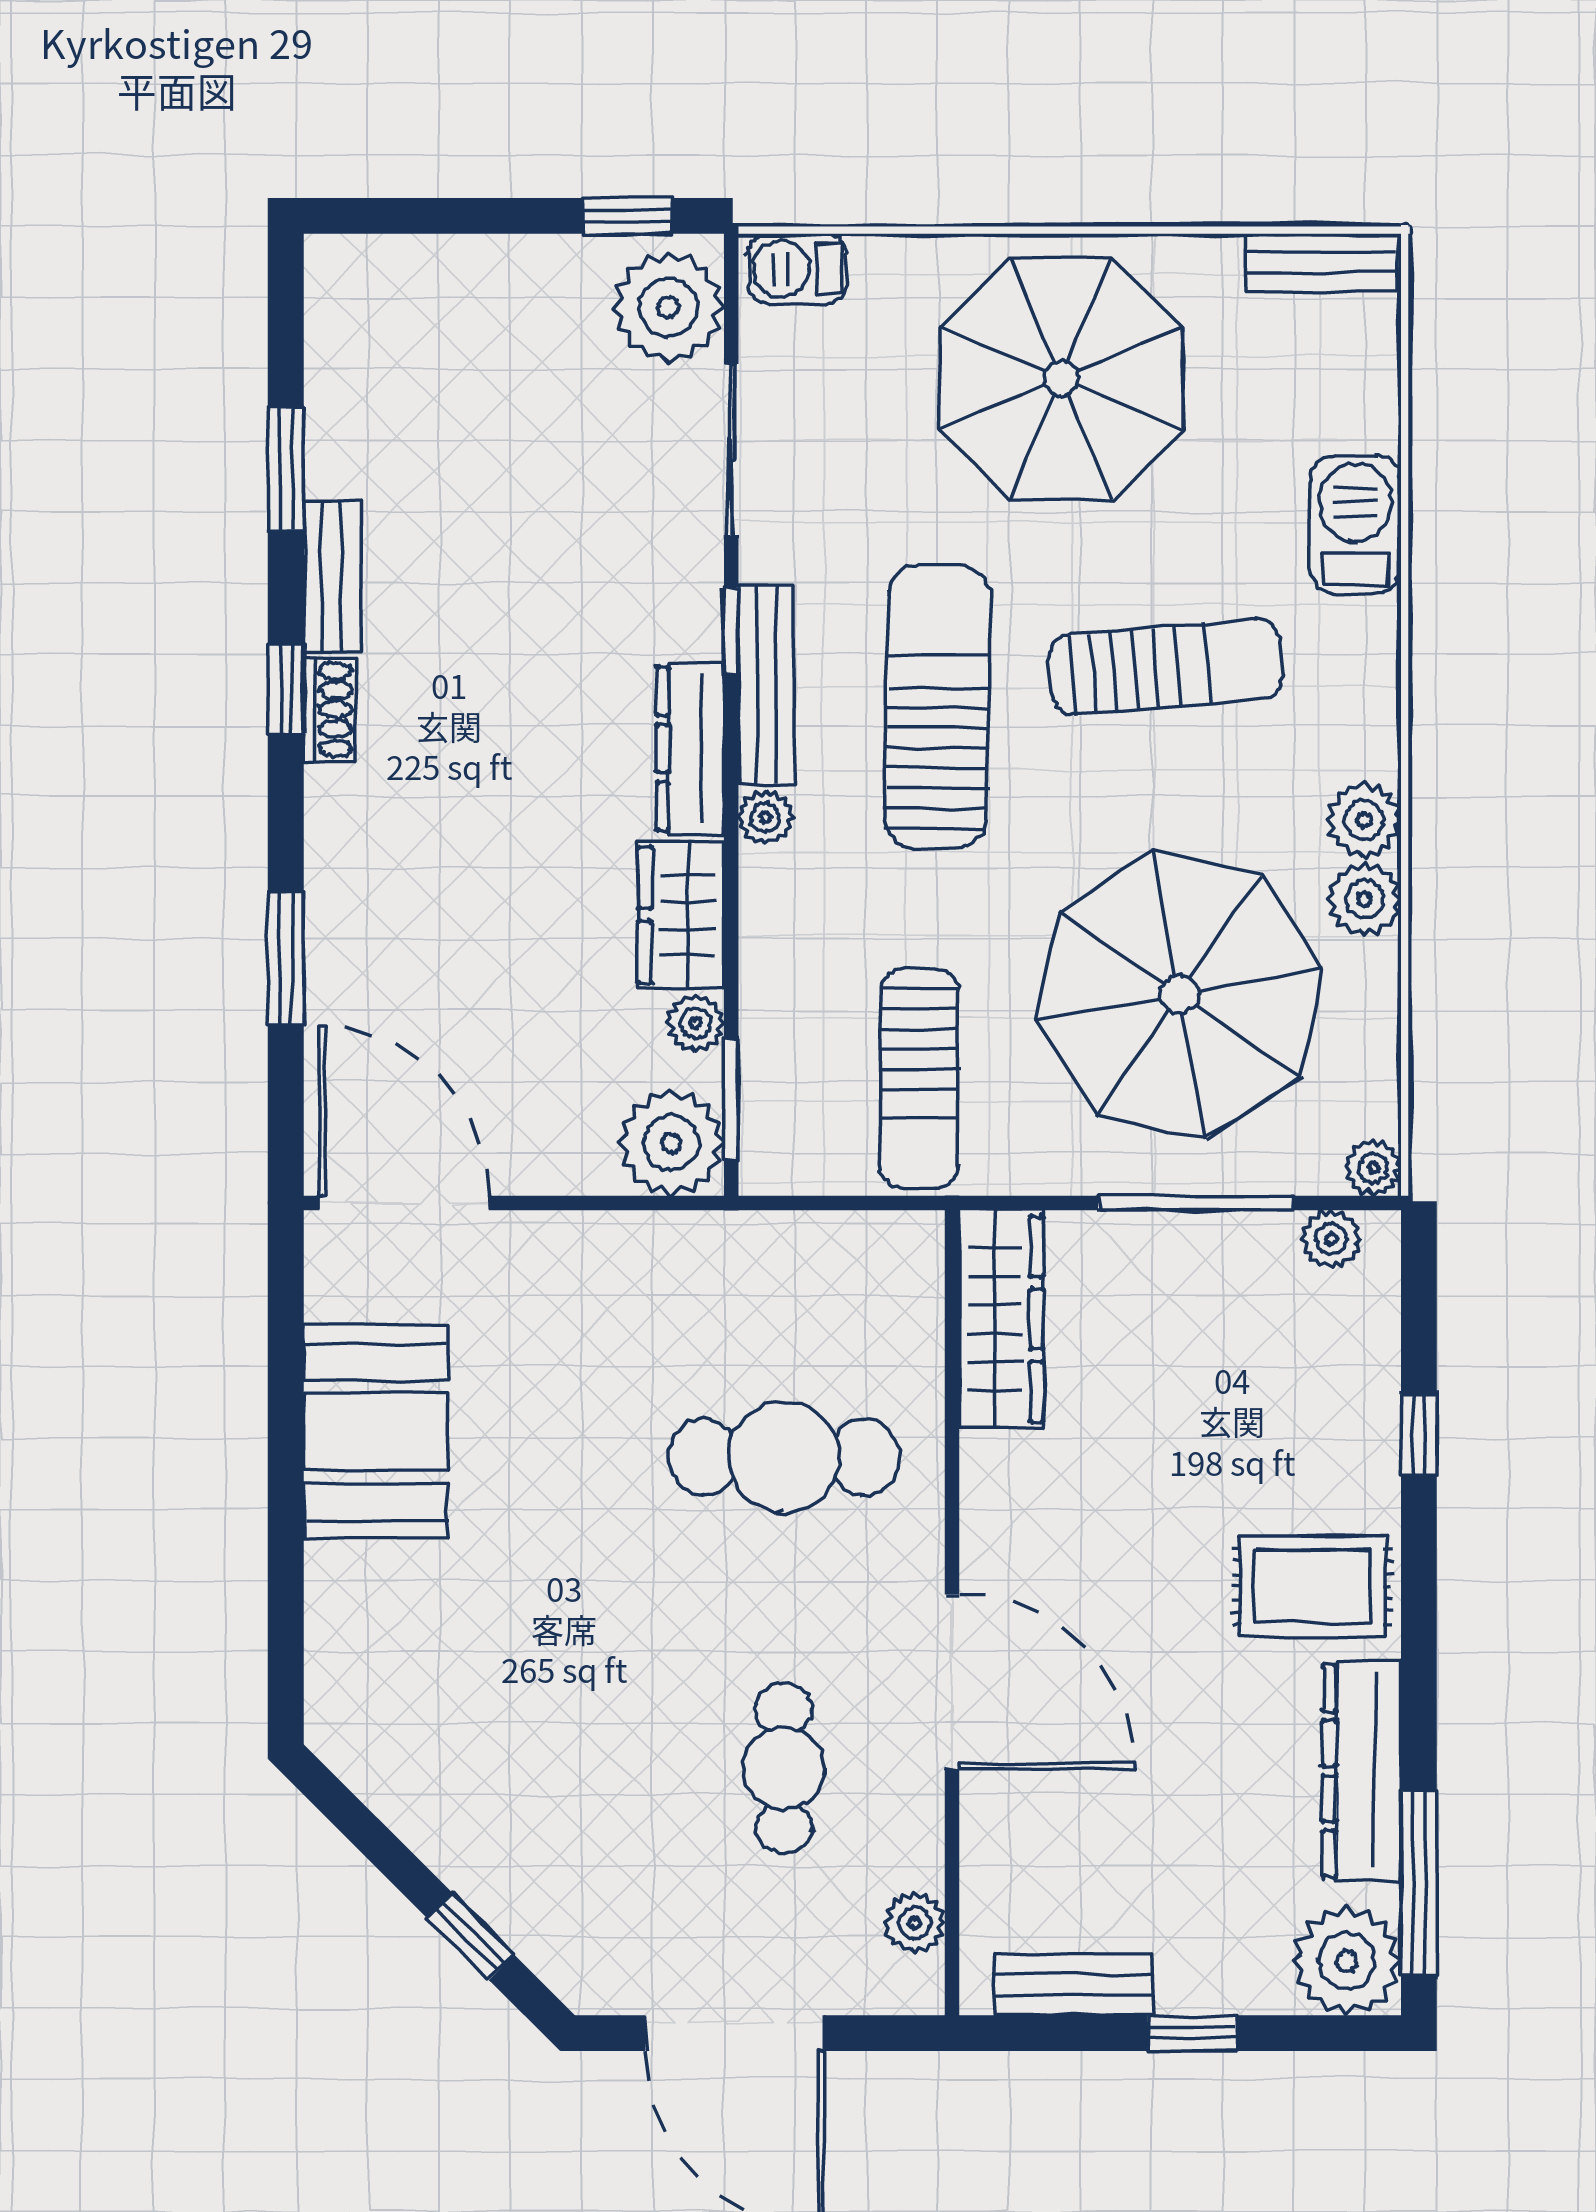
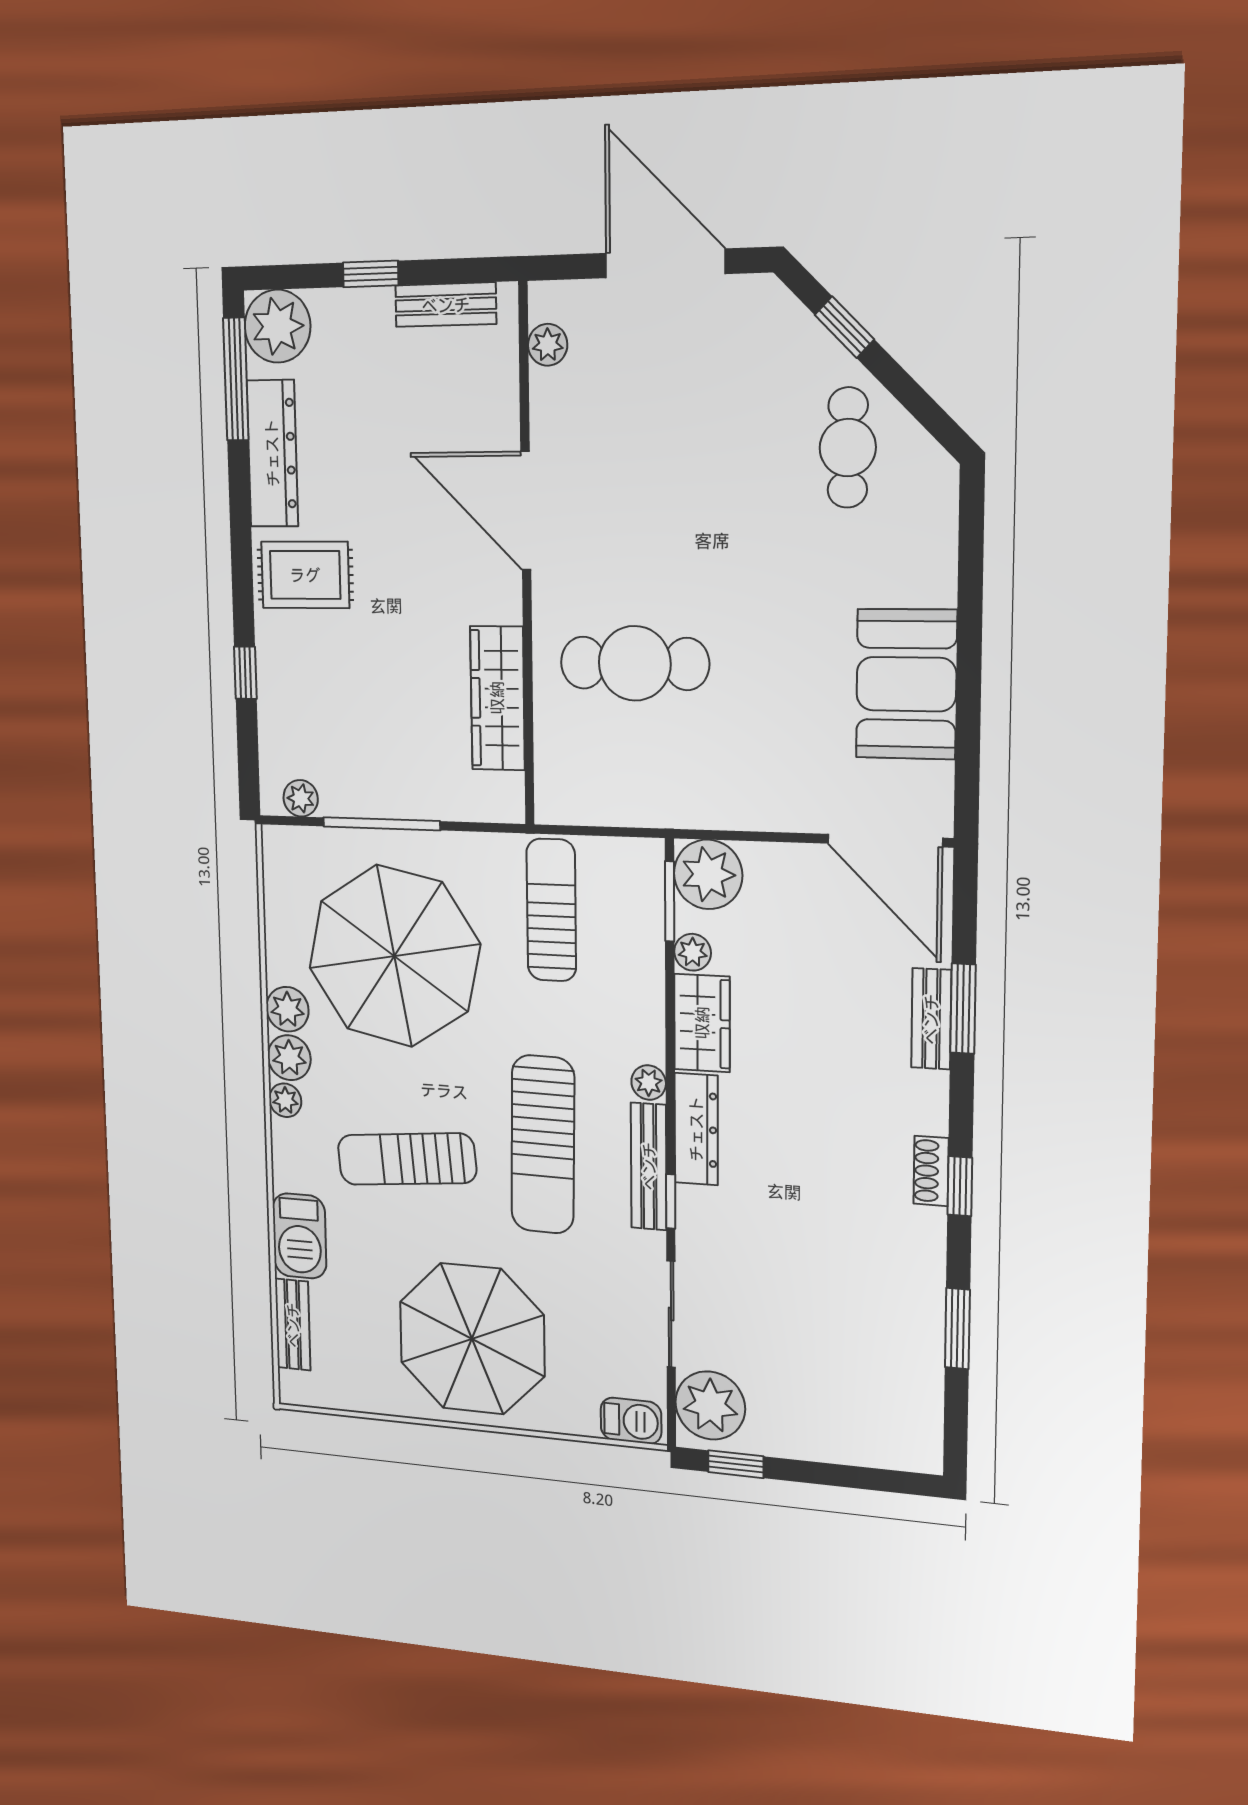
bench: (1321, 263) -> (293, 1325), moved, turned 90
bench: (332, 576) -> (931, 1019), moved
plant: (1373, 1168) -> (285, 1100), moved
wardrobe: (1001, 1319) -> (497, 698), moved
cafe table: (784, 1768) -> (848, 448), moved

